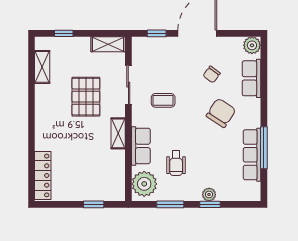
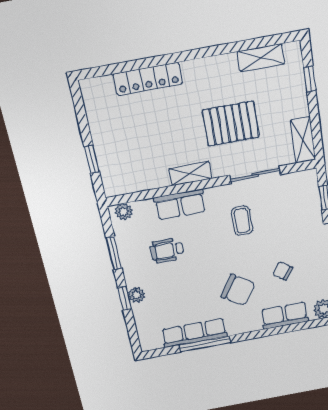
locker: (43, 175) -> (148, 79), moved
plant: (144, 184) -> (124, 212), width x0.53, depth x0.53

